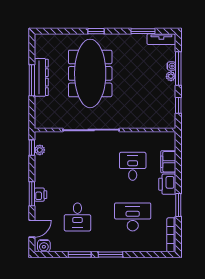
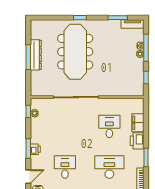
desk: (77, 217) -> (65, 167), turned 180

